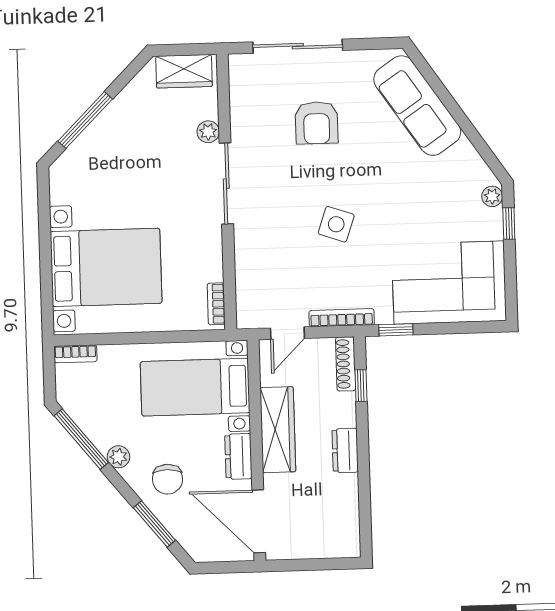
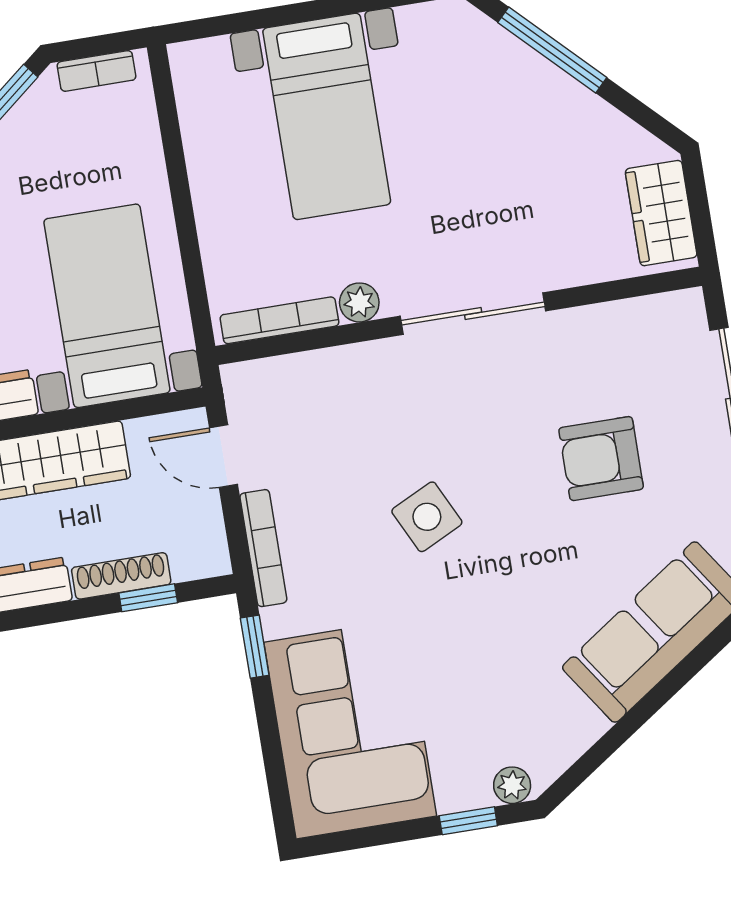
plant: (208, 132) -> (359, 302), moved
side table: (336, 224) -> (427, 517), turned 45
bed with nightstands: (106, 267) -> (327, 116), width x0.73
bookcase: (216, 304) -> (279, 320), width x1.56
bookcase: (75, 354) -> (96, 71), moved, turned -90
shoe rack: (346, 364) -> (121, 576), moved

